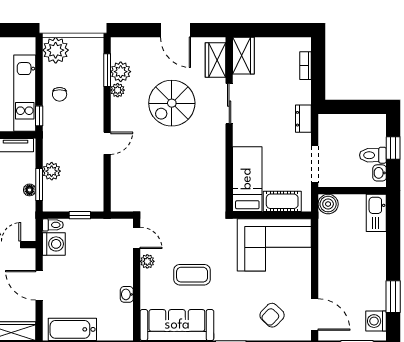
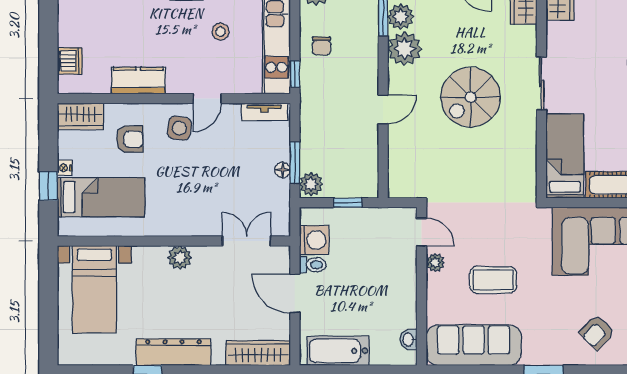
plant: (118, 90) -> (405, 49), width x1.87, depth x1.87
spiral stairs: (172, 103) -> (471, 97), moved
sliding door: (229, 104) -> (541, 84), moved
plant: (52, 171) -> (311, 184), moved
toilet: (53, 225) -> (313, 265), moved
washbasin: (127, 294) -> (409, 340), moved

